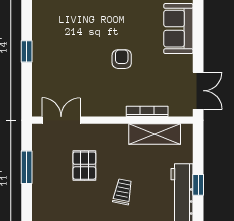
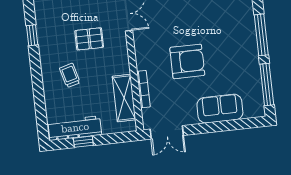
armchair: (122, 59) -> (187, 61), width x1.88, depth x1.88
trolley: (123, 192) -> (70, 75), turned -116

